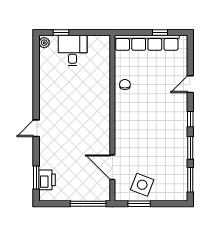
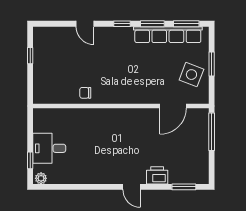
row of seats: (147, 43) -> (168, 35), moved, turned 90
printer: (47, 180) -> (157, 175), moved
window: (139, 204) -> (212, 64), moved

